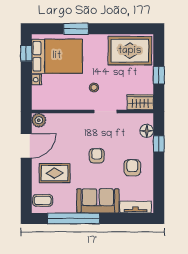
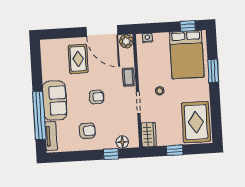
nightstand: (37, 80) -> (147, 38), moved
door: (26, 146) -> (102, 31), width x1.36
coffee table: (43, 200) -> (128, 77), moved
window: (74, 218) -> (39, 115), moved

